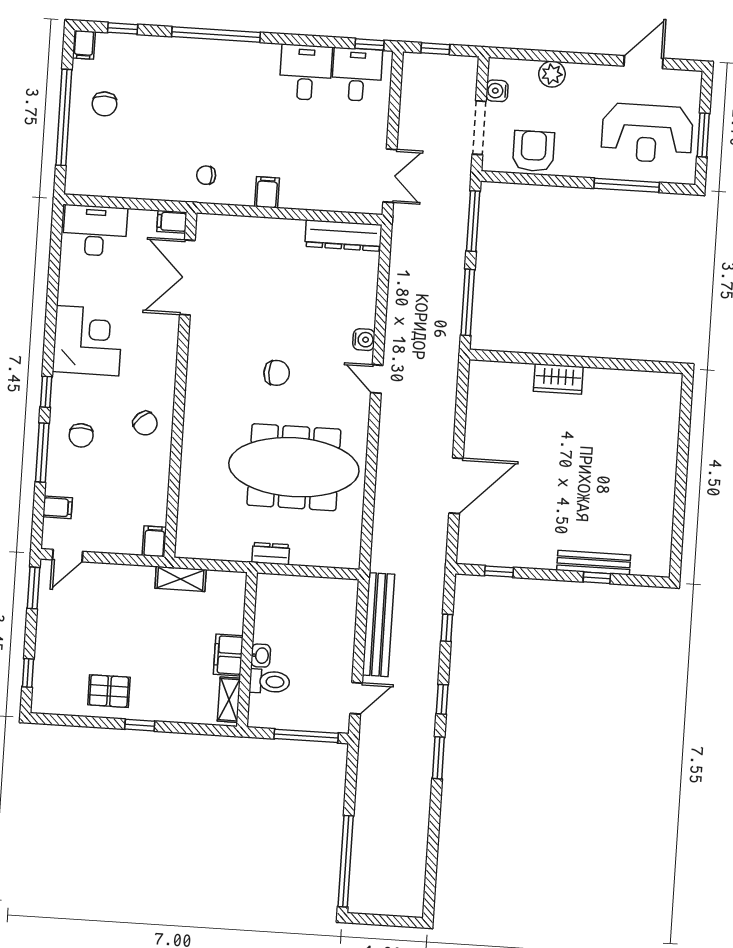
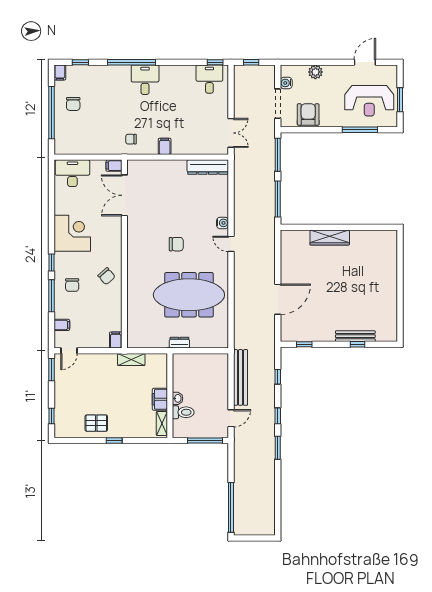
desk: (306, 72) -> (145, 80), moved
wardrobe: (558, 379) -> (330, 238), width x1.50

